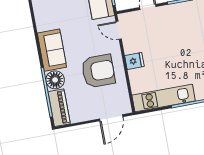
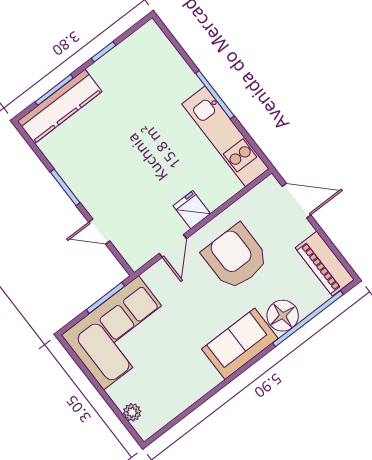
door: (119, 30) -> (173, 246), moved
piano: (59, 108) -> (325, 264), moved, turned -90

